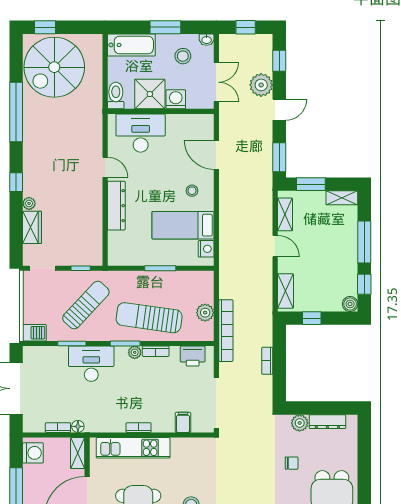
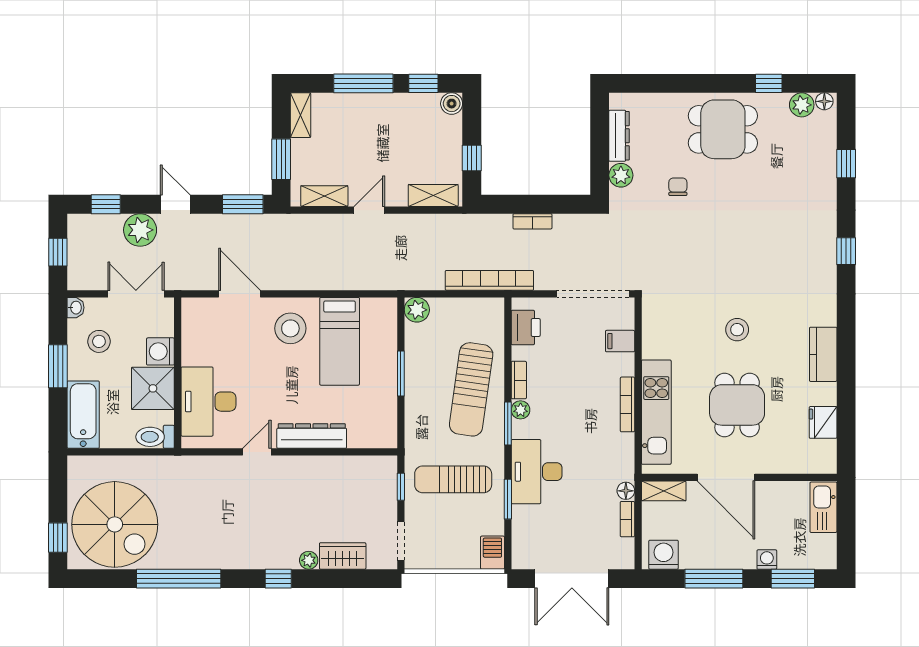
door: (216, 155) -> (240, 294), swing flipped
stool: (192, 191) -> (290, 328), width x1.89, depth x1.89
nightstand: (206, 249) -> (373, 308), removed
sun lounger: (86, 305) -> (453, 479), turned -43
plant: (205, 313) -> (417, 310), moved
bookcase: (139, 428) -> (627, 404), width x1.56

